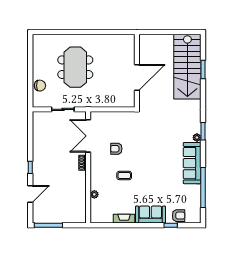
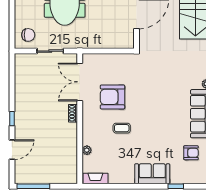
chair: (40, 86) -> (28, 35), moved
armchair: (116, 149) -> (112, 97), width x1.88, depth x1.88
armchair: (179, 216) -> (191, 153), moved
fireplace: (124, 219) -> (95, 178), moved

